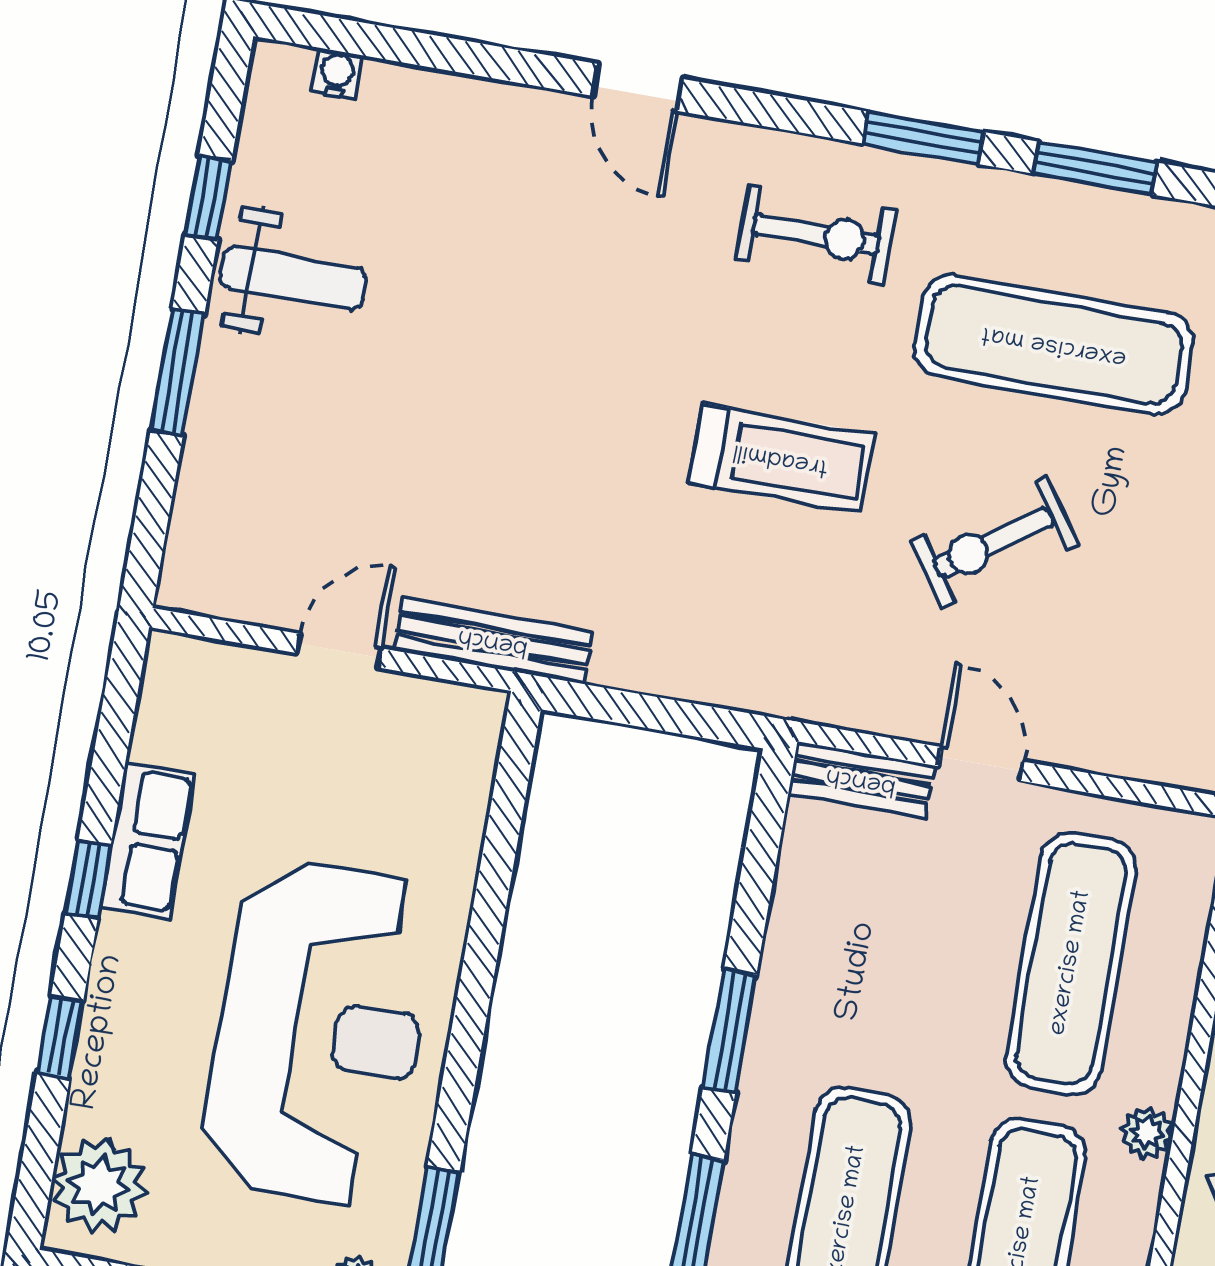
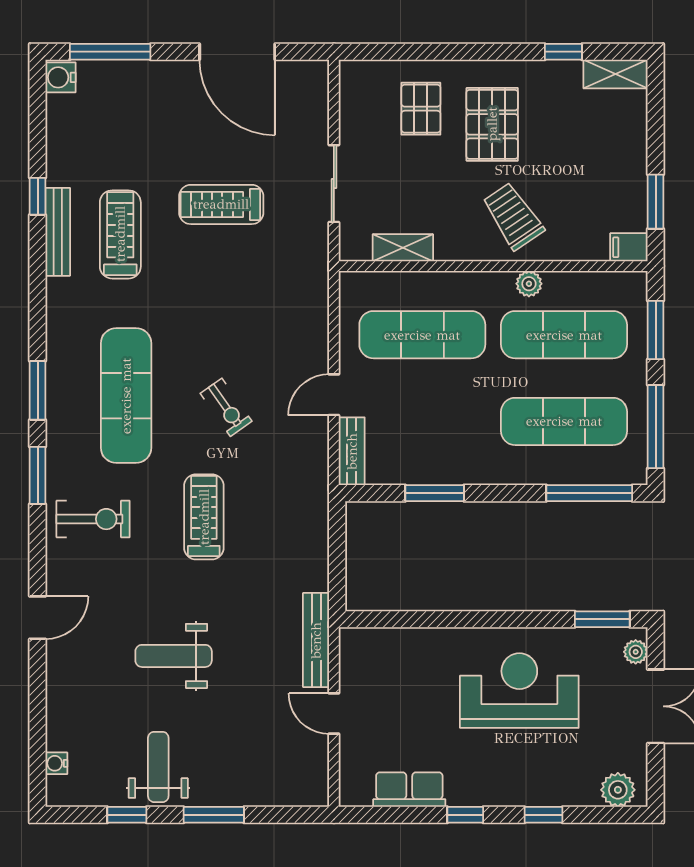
exercise bike: (816, 234) -> (93, 519), turned 90
weight bench: (512, 348) -> (174, 656), added
exercise bike: (994, 542) -> (226, 407), width x0.73, depth x0.72
row of seats: (147, 840) -> (409, 790), moved
window: (730, 1031) -> (435, 493), moved
reception desk: (319, 1032) -> (519, 691), width x0.74, depth x0.77
plant: (1147, 1133) -> (529, 284), moved
plant: (99, 1185) -> (618, 790), width x0.73, depth x0.73

